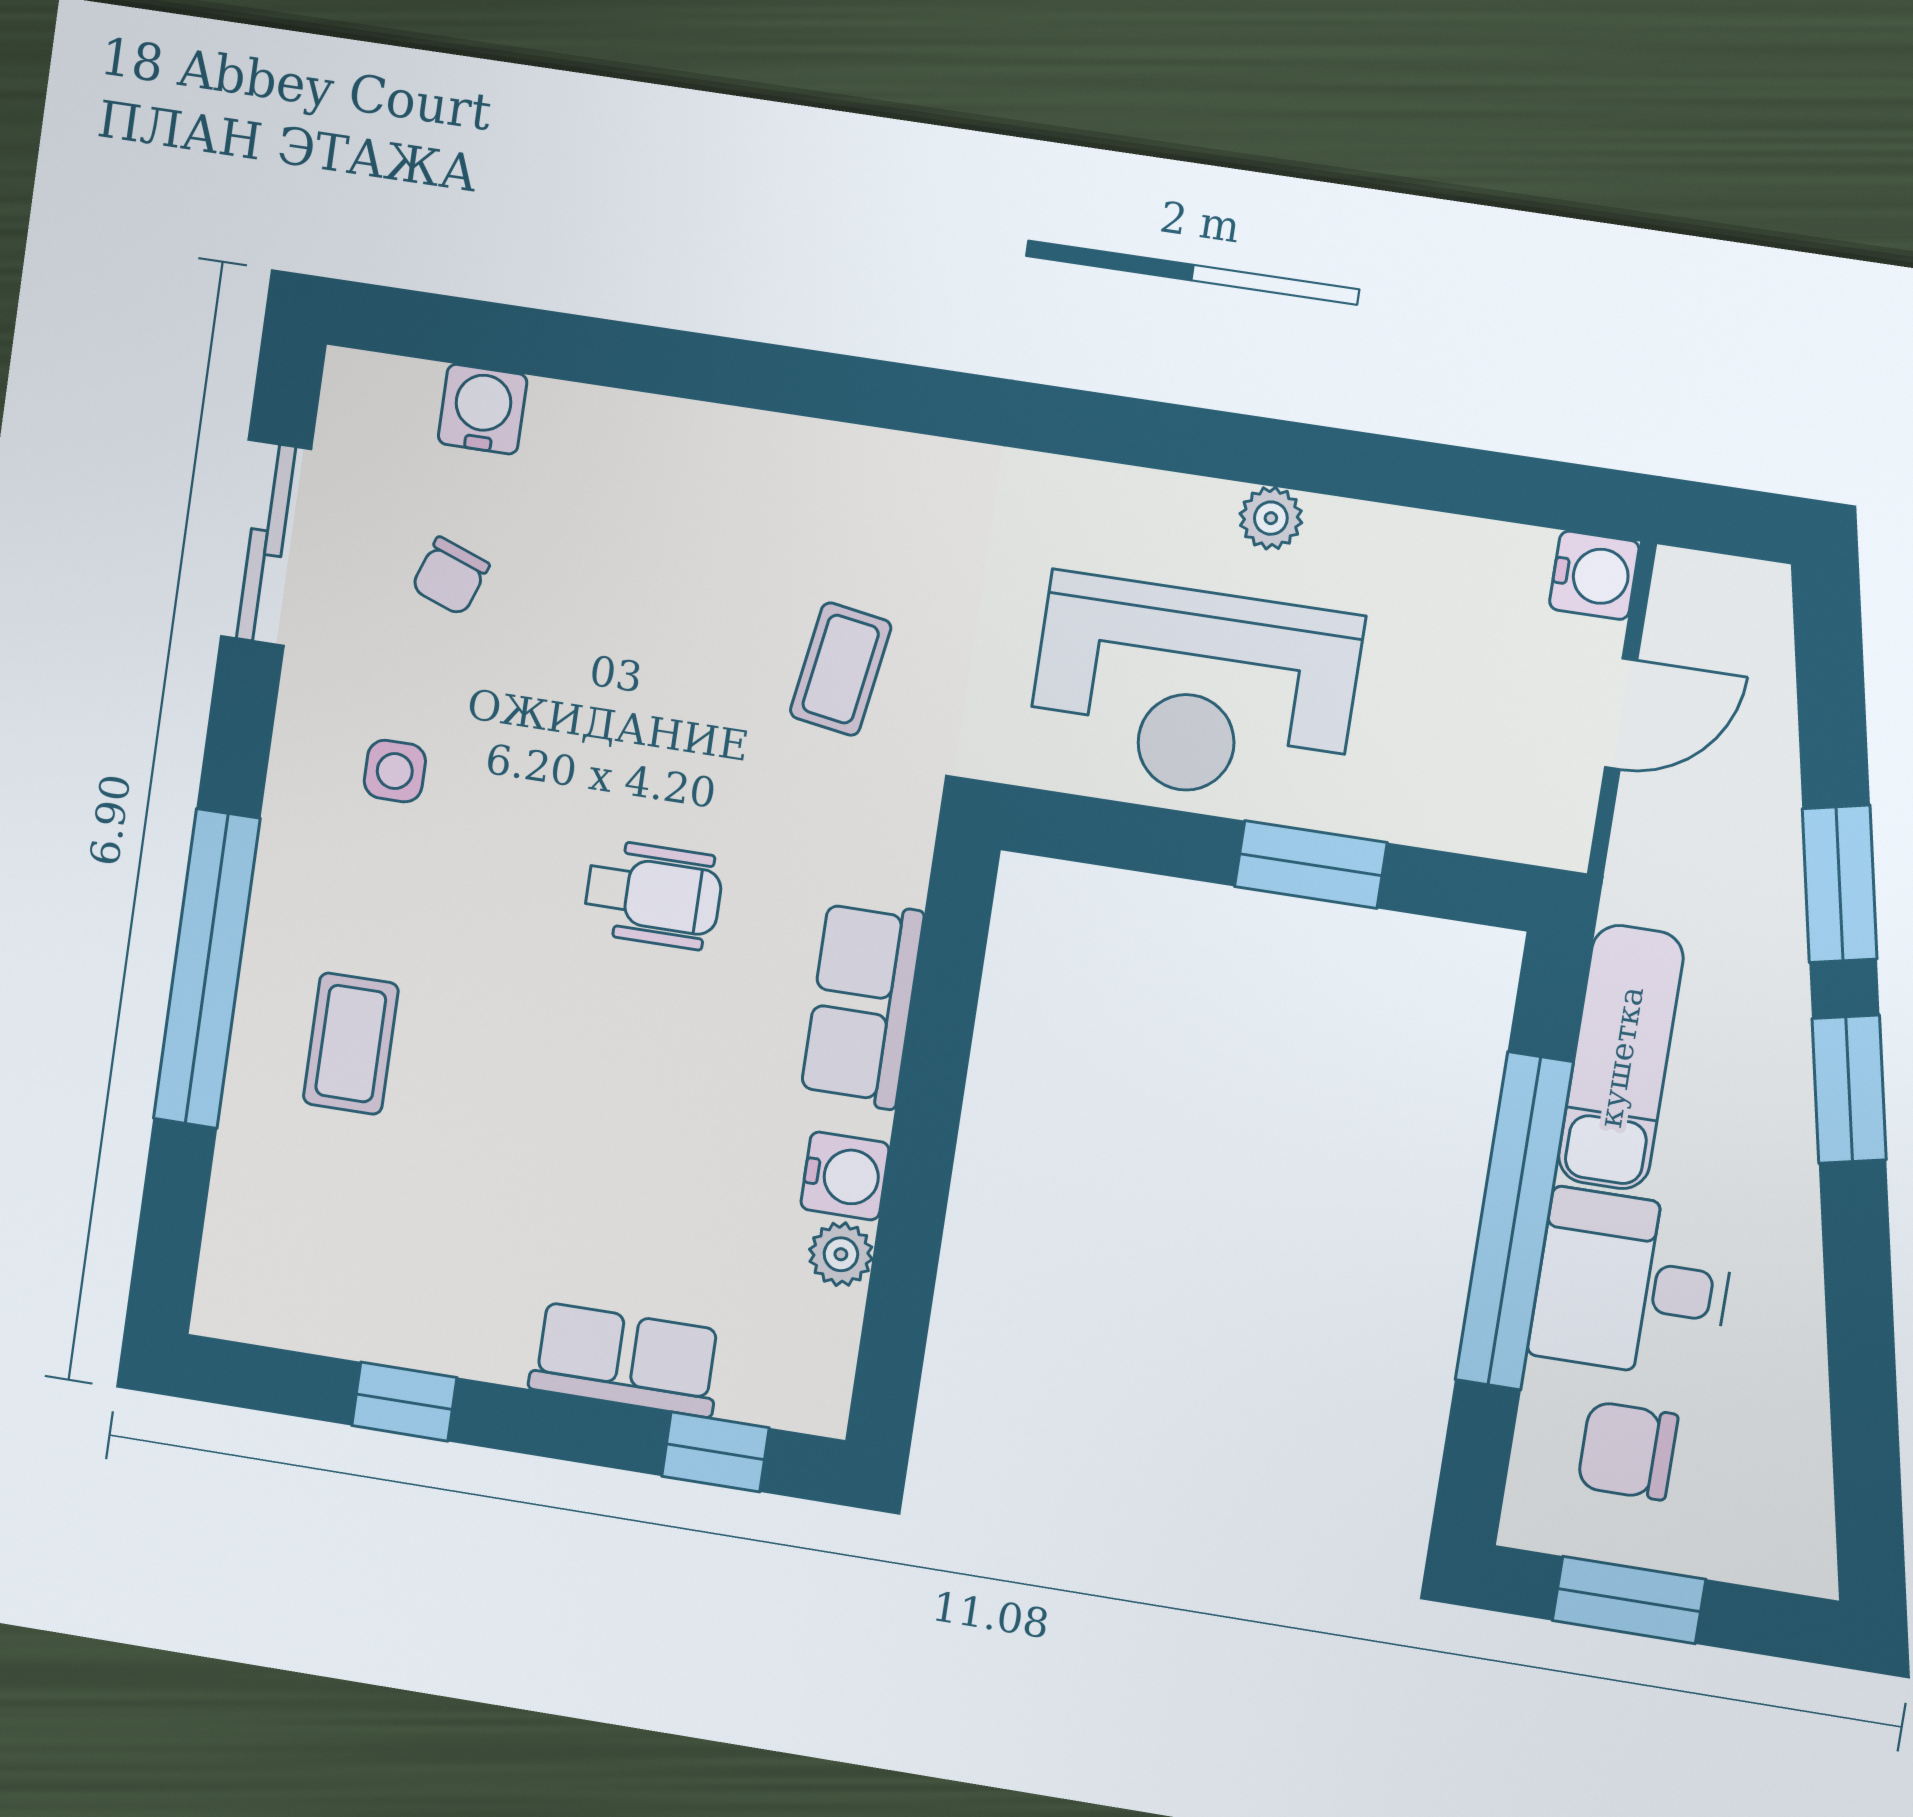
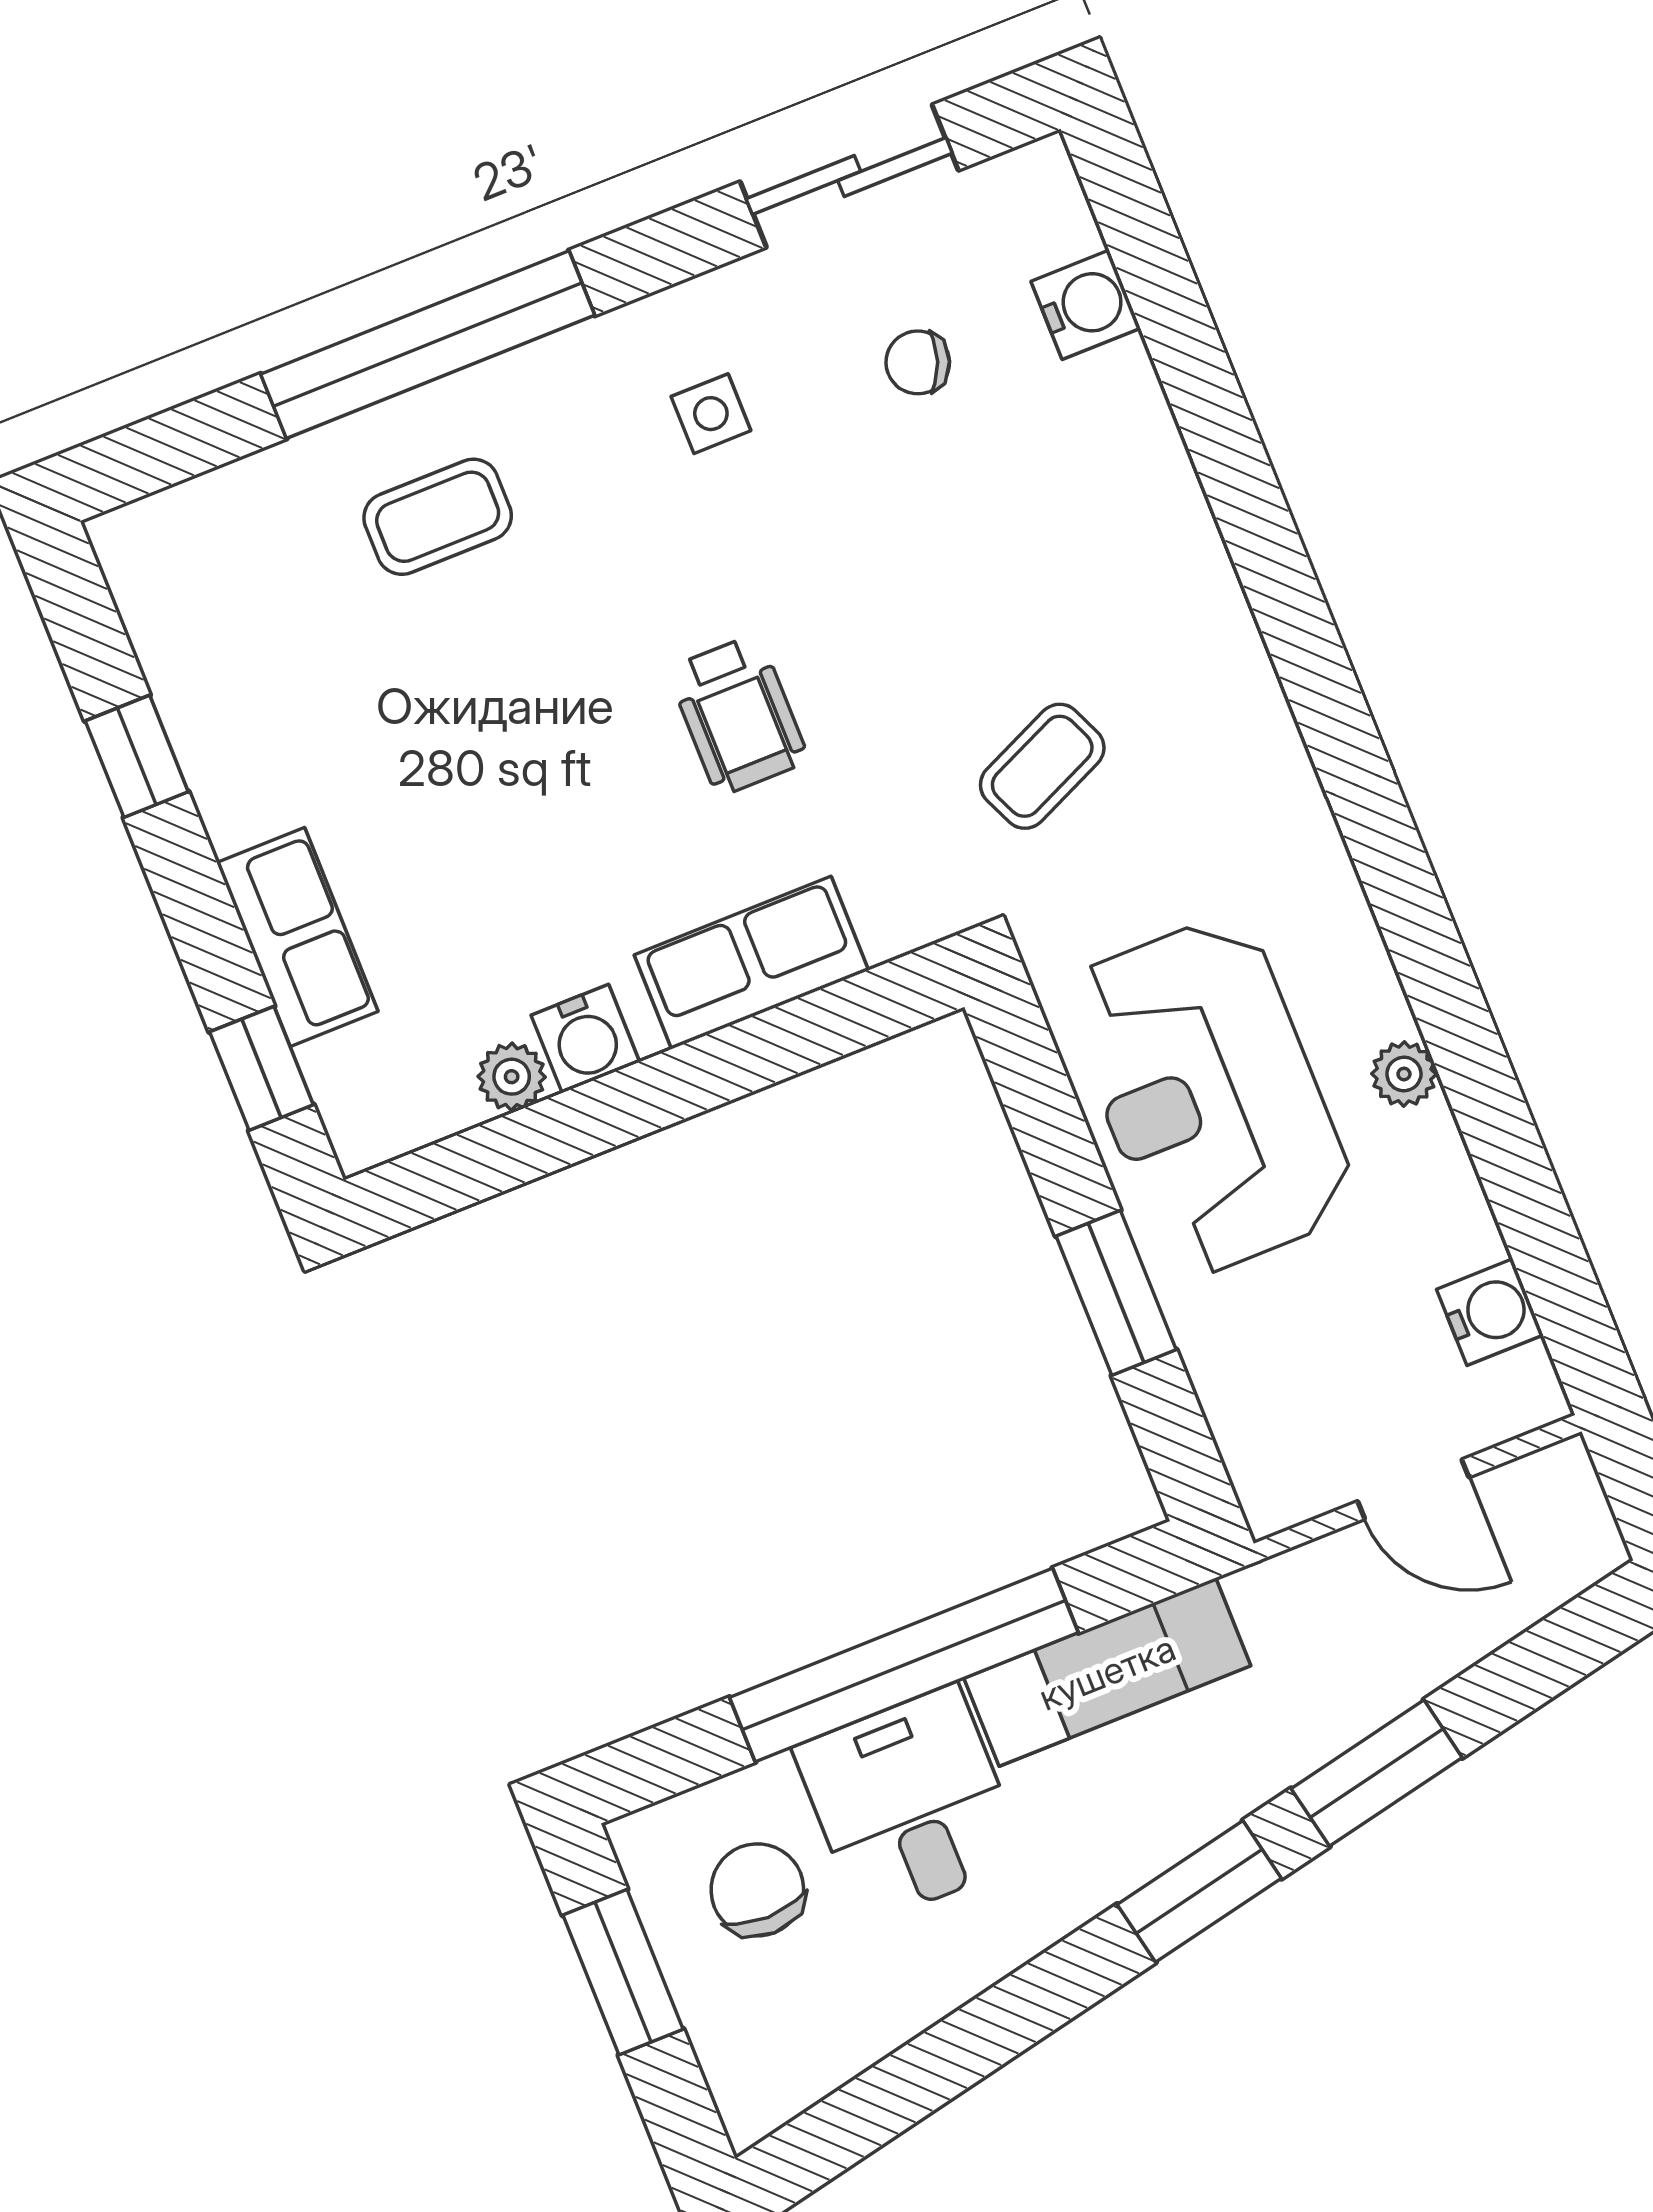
water cooler: (1594, 575) -> (1490, 1312), moved, turned -90
coffee table: (841, 669) -> (1042, 766), turned -33

